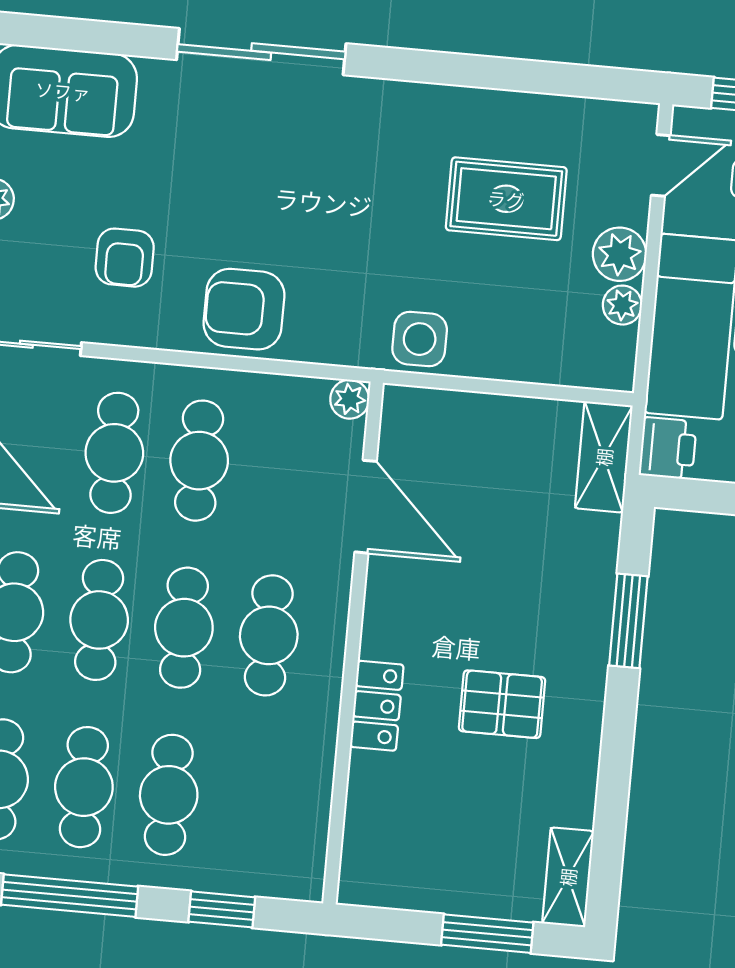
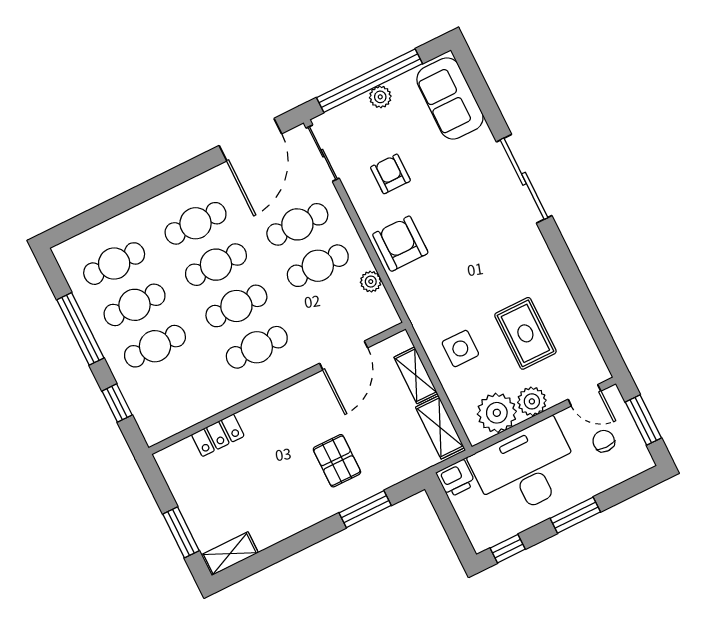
armchair: (125, 258) -> (390, 174), turned 90
plant: (622, 305) -> (497, 413), width x1.88, depth x1.88
side table: (420, 339) -> (460, 349), moved
plant: (350, 399) -> (371, 282), moved
shelving: (466, 412) -> (416, 375), added
shelving: (604, 457) -> (440, 427), moved, turned 90
pallet: (502, 704) -> (337, 461), moved
locker: (377, 706) -> (218, 435), moved

